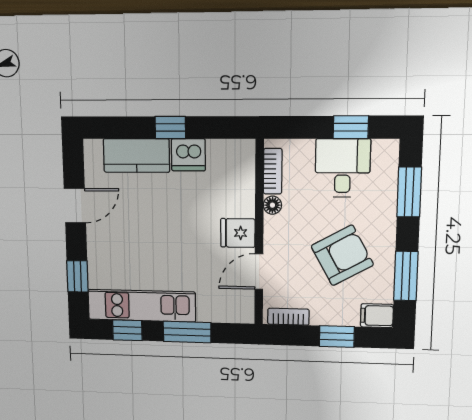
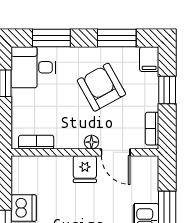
desk: (343, 168) -> (33, 67), moved
floor lamp: (272, 205) -> (91, 142), moved

